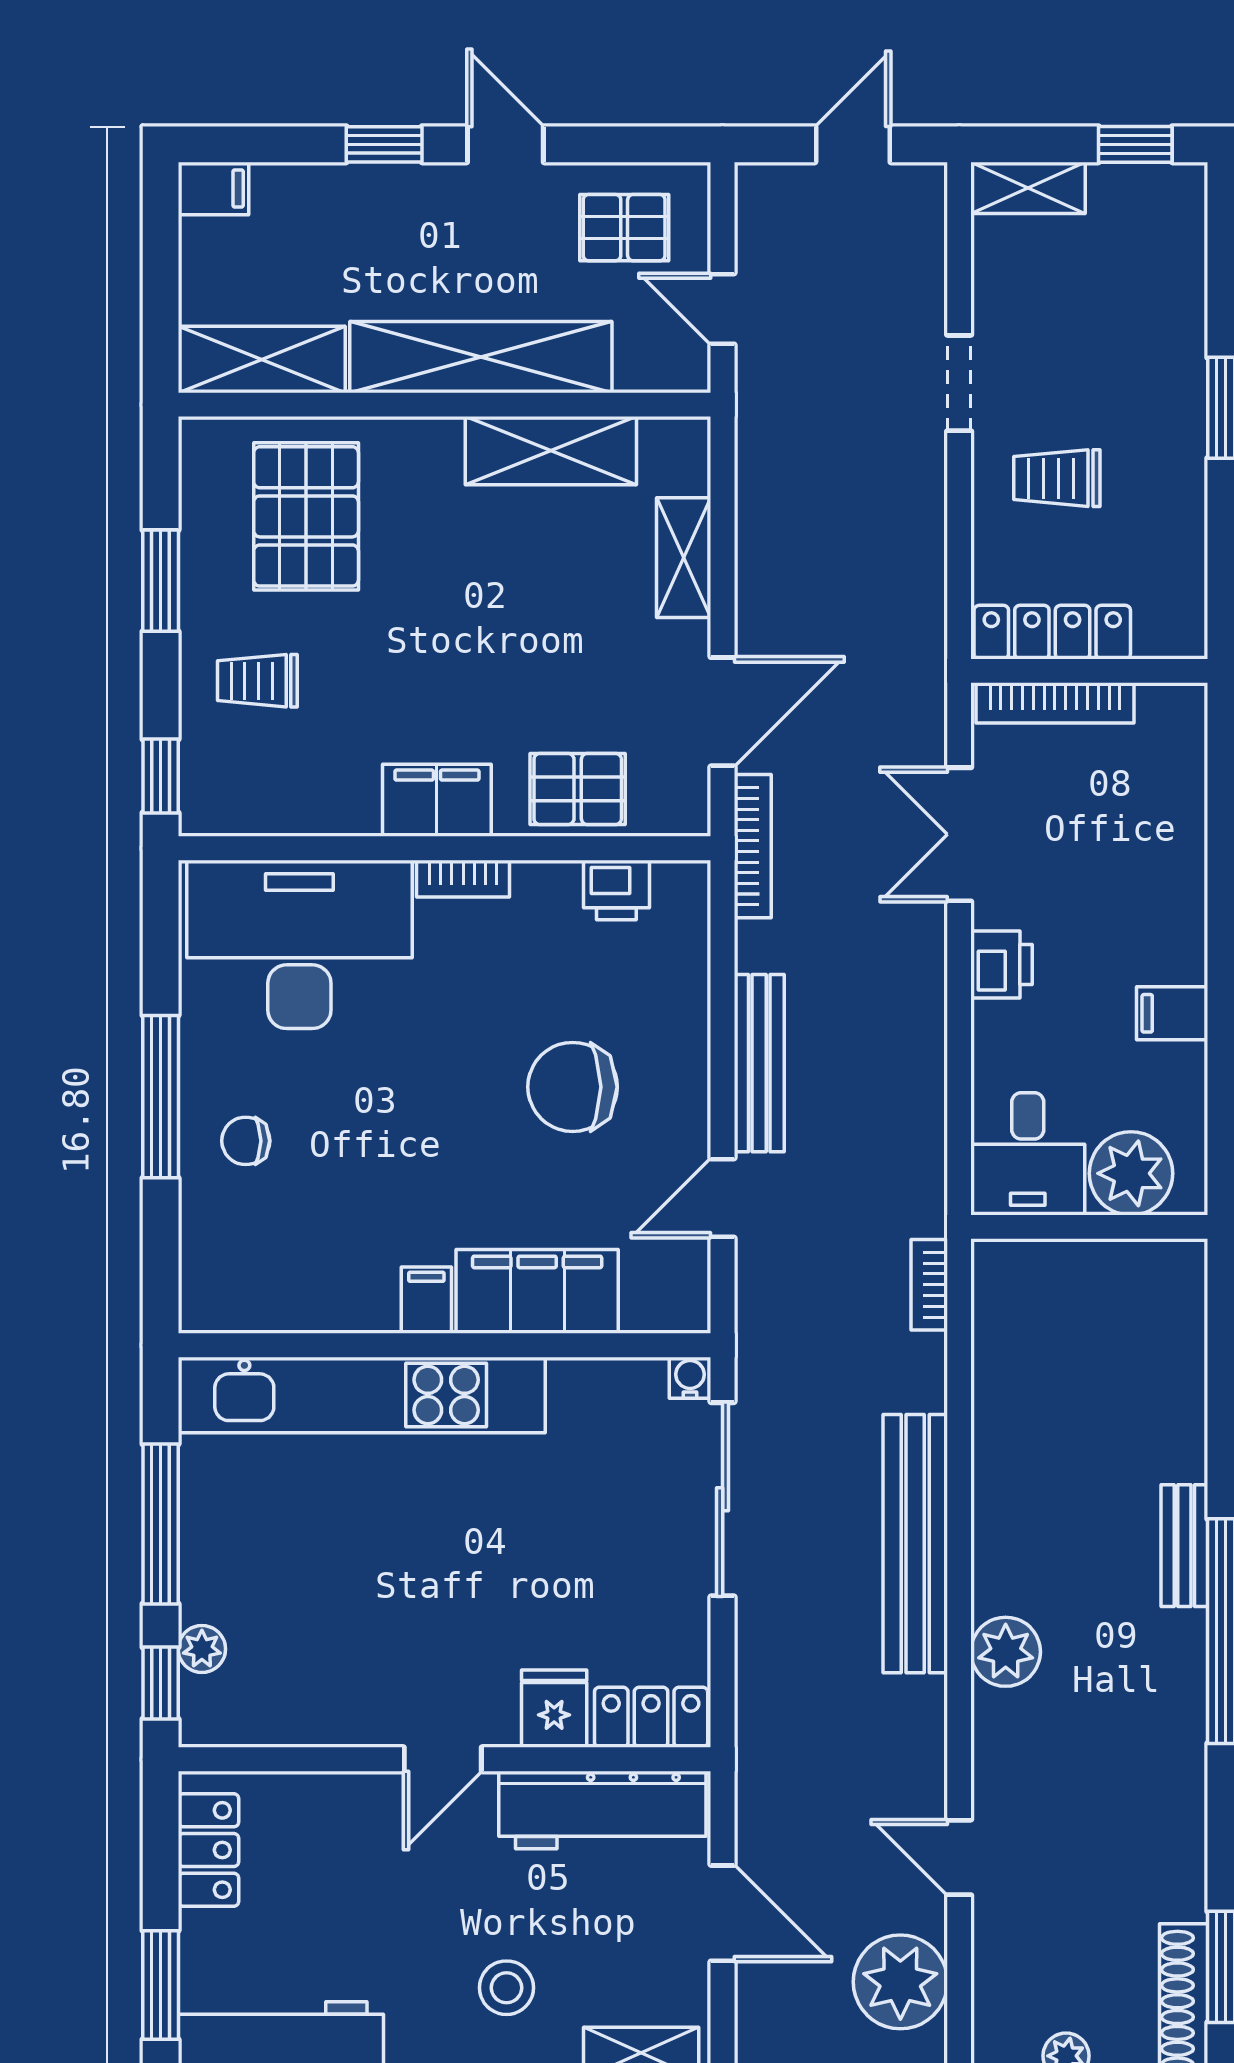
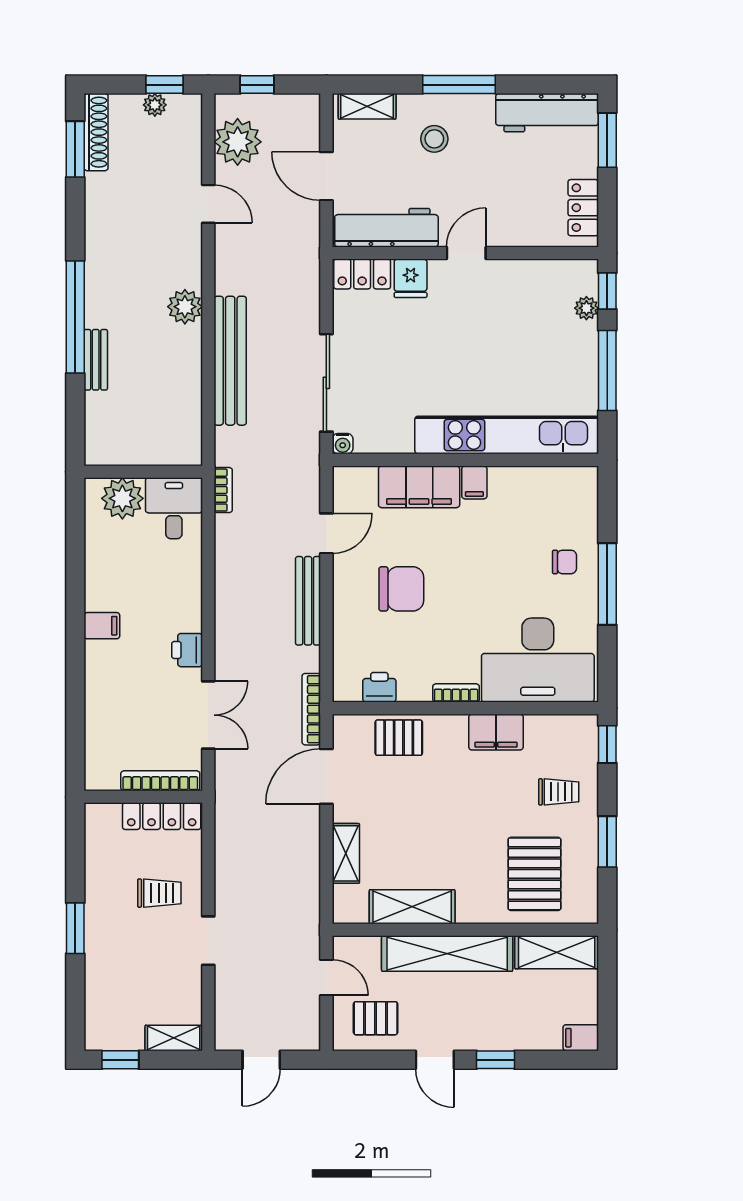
filing cabinet: (437, 800) -> (496, 732), moved
desk: (1028, 1154) -> (174, 508), moved
plant: (1131, 1173) -> (122, 498), moved
wall: (1089, 1227) -> (143, 472), moved

